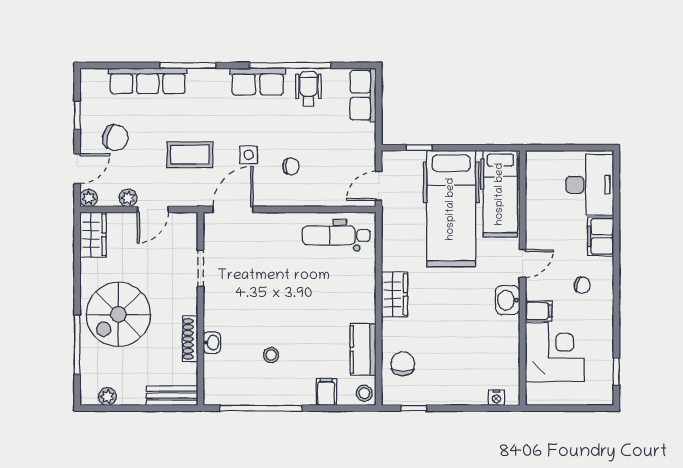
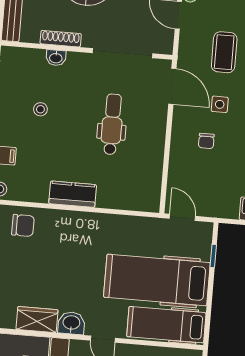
dental chair: (336, 235) -> (112, 124), moved
doorway: (201, 268) -> (122, 53), width x1.88
wardrobe: (395, 294) -> (37, 320), moved, turned 180
kitchen counter: (363, 349) -> (73, 194), moved

